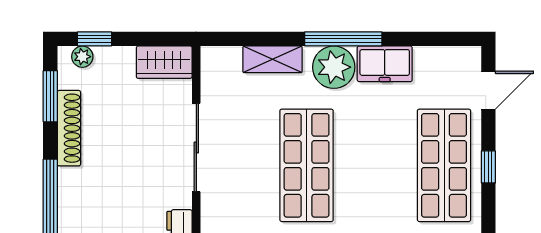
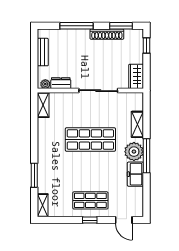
plant: (82, 57) -> (139, 40), removed
shop shelf: (444, 165) -> (90, 200), width x0.70, depth x0.74

